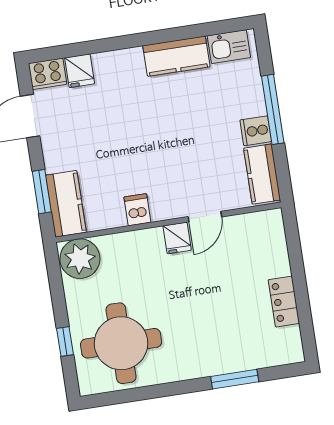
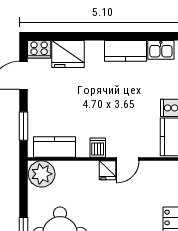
fridge: (80, 71) -> (68, 54), width x1.88, depth x1.34
kitchen counter: (66, 204) -> (54, 147), moved, turned -90
dishwasher: (137, 210) -> (98, 148), moved

